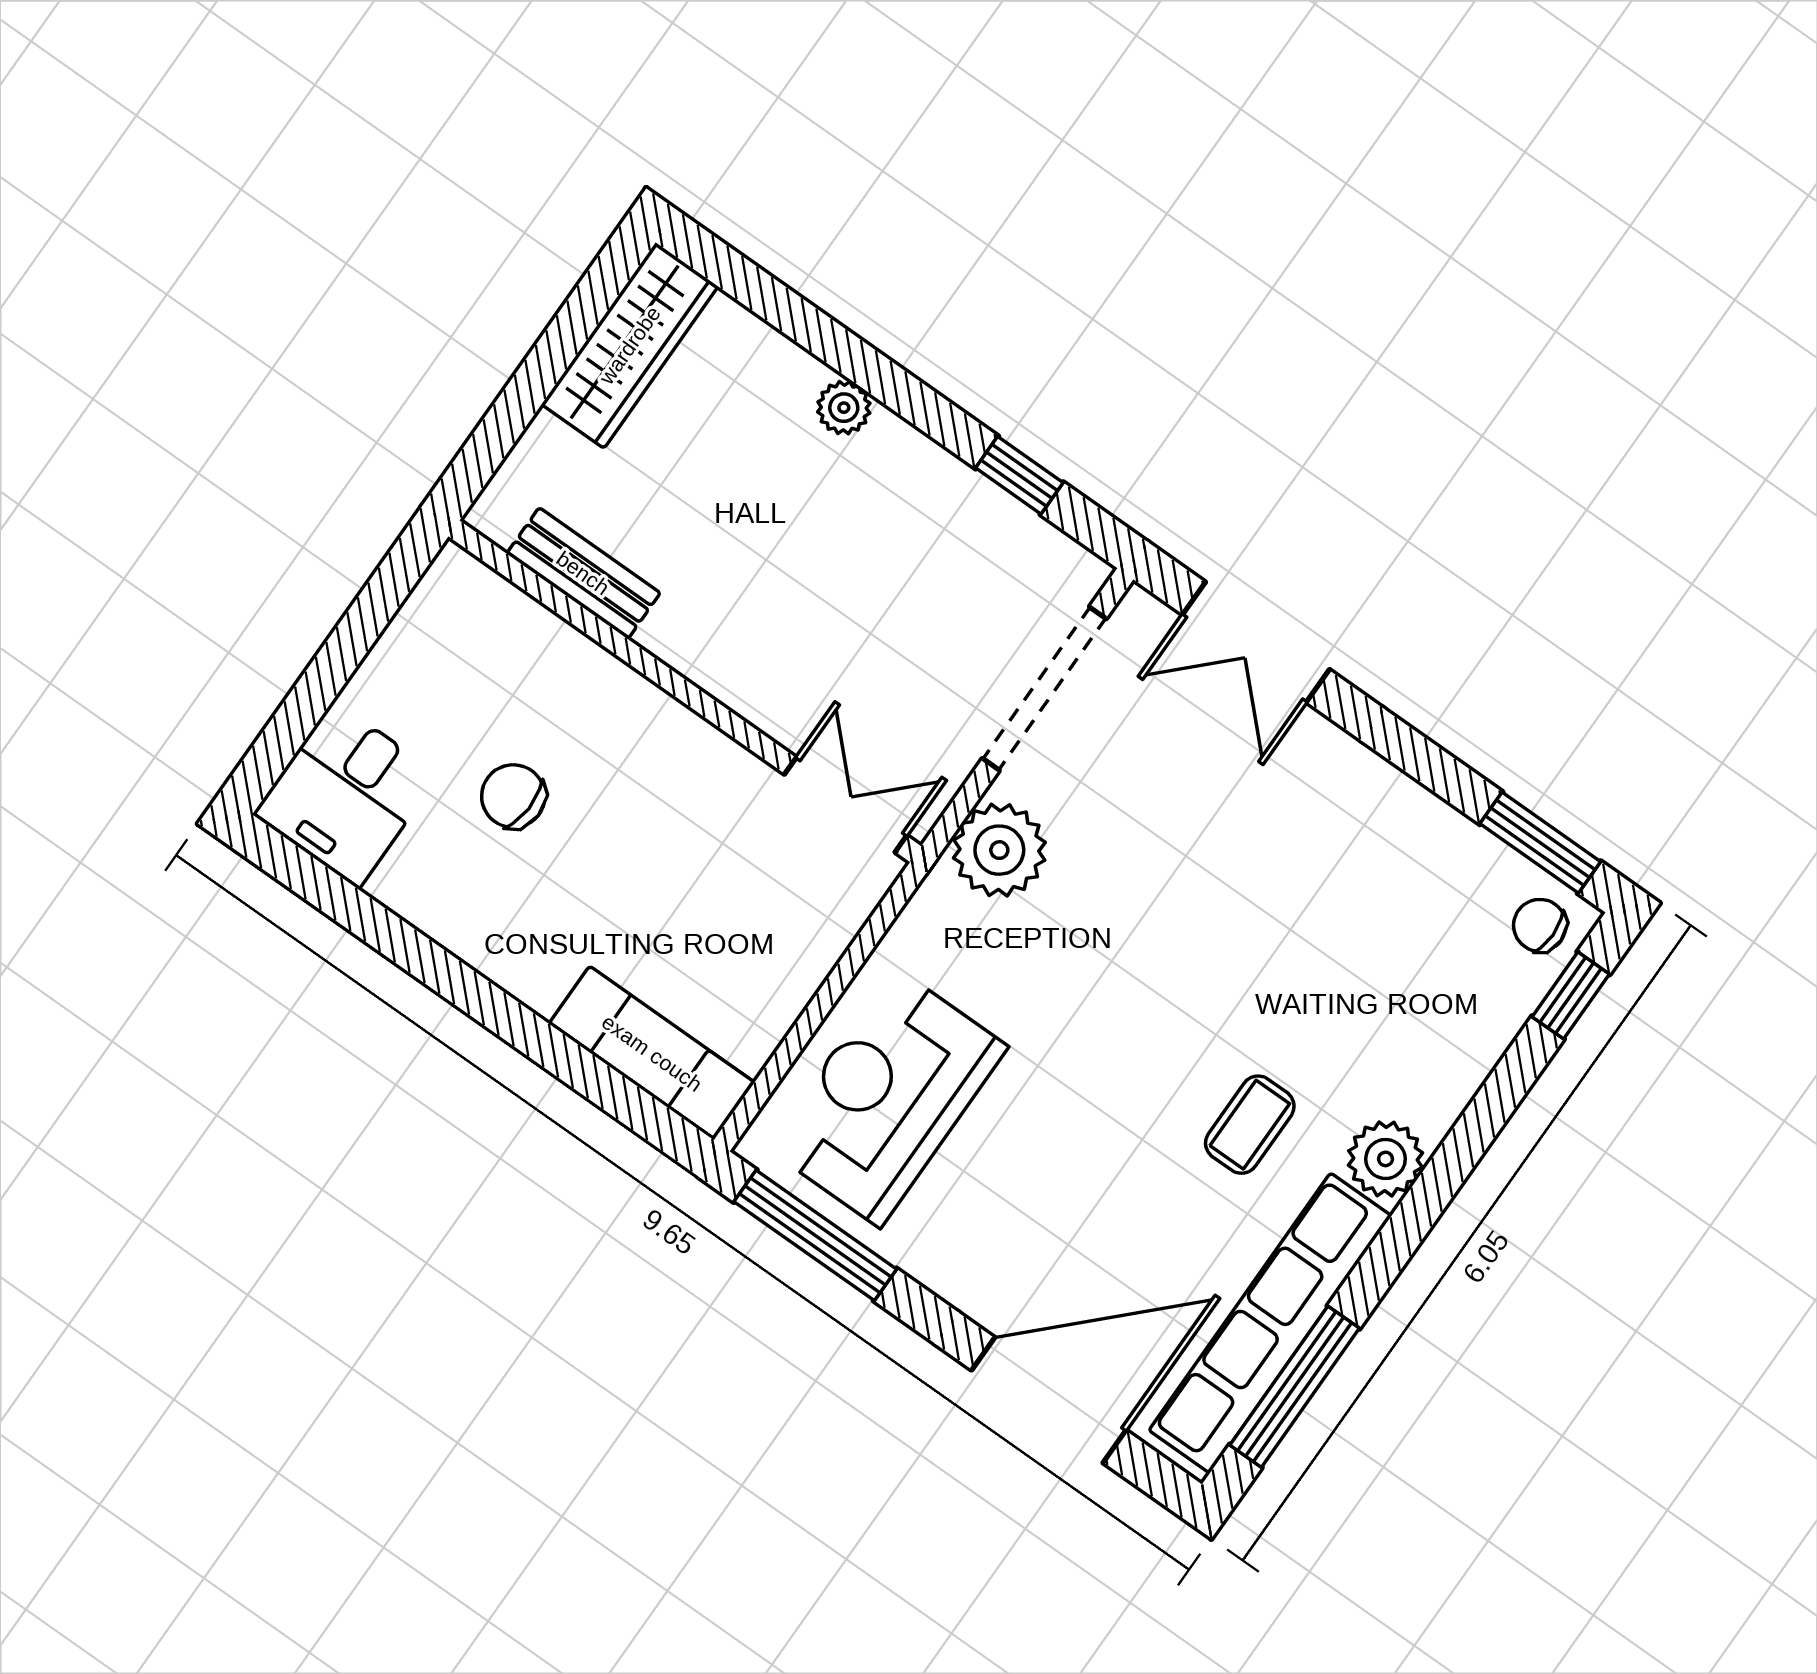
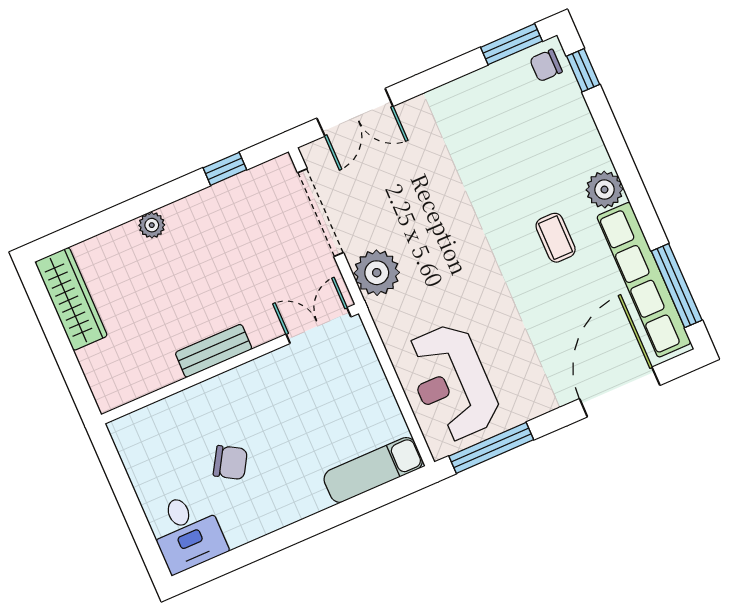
bench: (583, 573) -> (214, 351), moved
chair: (513, 796) -> (230, 463), turned -152

